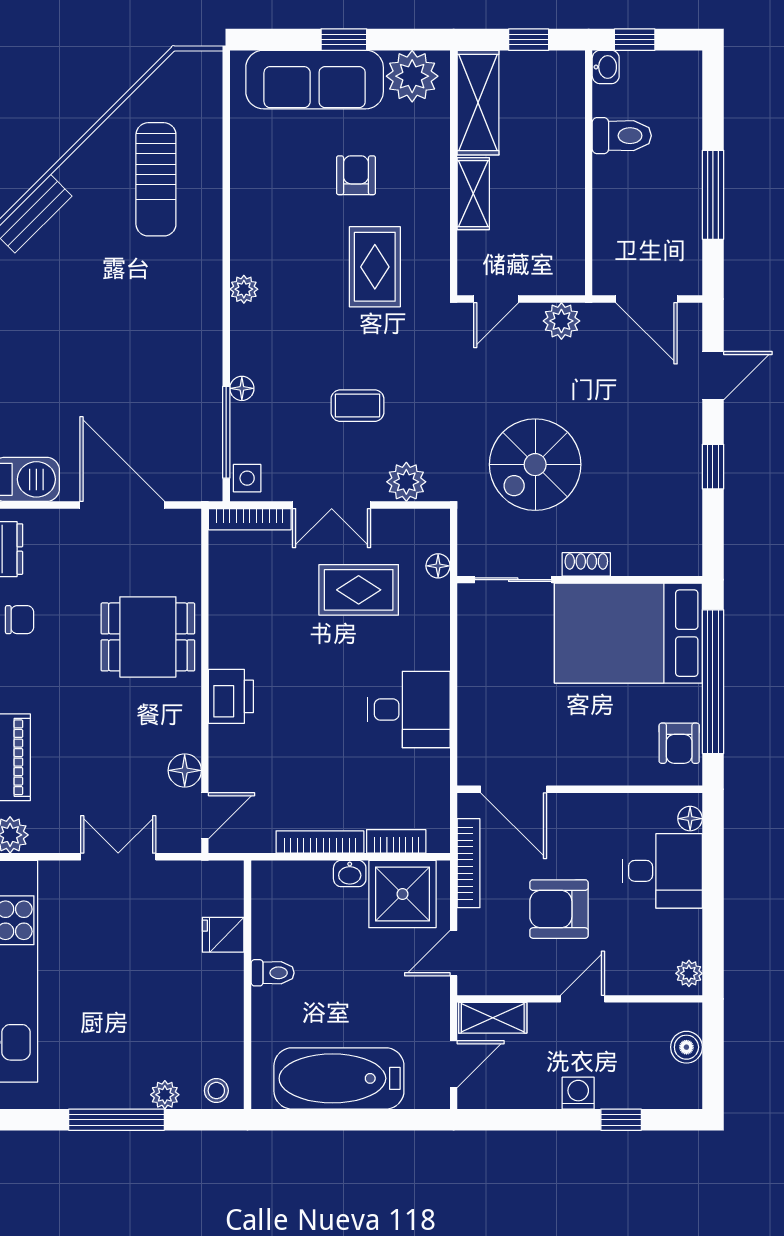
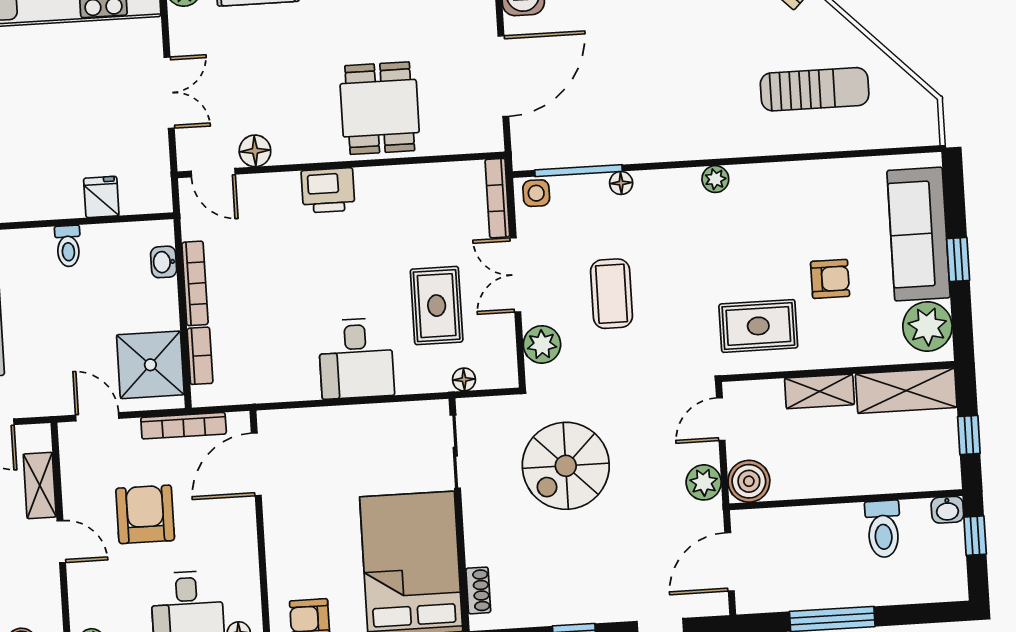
sun lounger: (156, 179) -> (815, 89), turned 180
rug: (375, 267) -> (758, 326), moved
boiler: (563, 273) -> (749, 481), added
door: (496, 299) -> (721, 419), hinge flipped
coffee table: (357, 406) -> (611, 294), width x1.36, depth x1.30
spiral stairs: (535, 465) -> (566, 466), turned -90
shoe rack: (586, 564) -> (478, 590), moved
desk: (409, 710) -> (356, 358), moved
washbasin: (350, 873) -> (164, 262), moved
shelving: (493, 1018) -> (40, 485), moved

